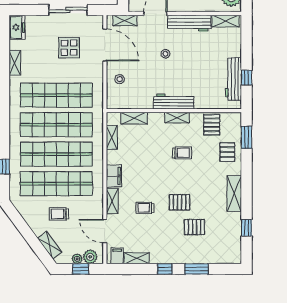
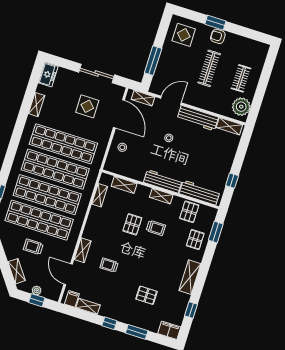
workbench: (233, 79) -> (200, 193), moved, turned 90
filing cabinet: (114, 176) -> (169, 330), moved, turned -90
pallet: (180, 202) -> (132, 224), moved, turned 90
plant: (90, 257) -> (48, 292), removed

